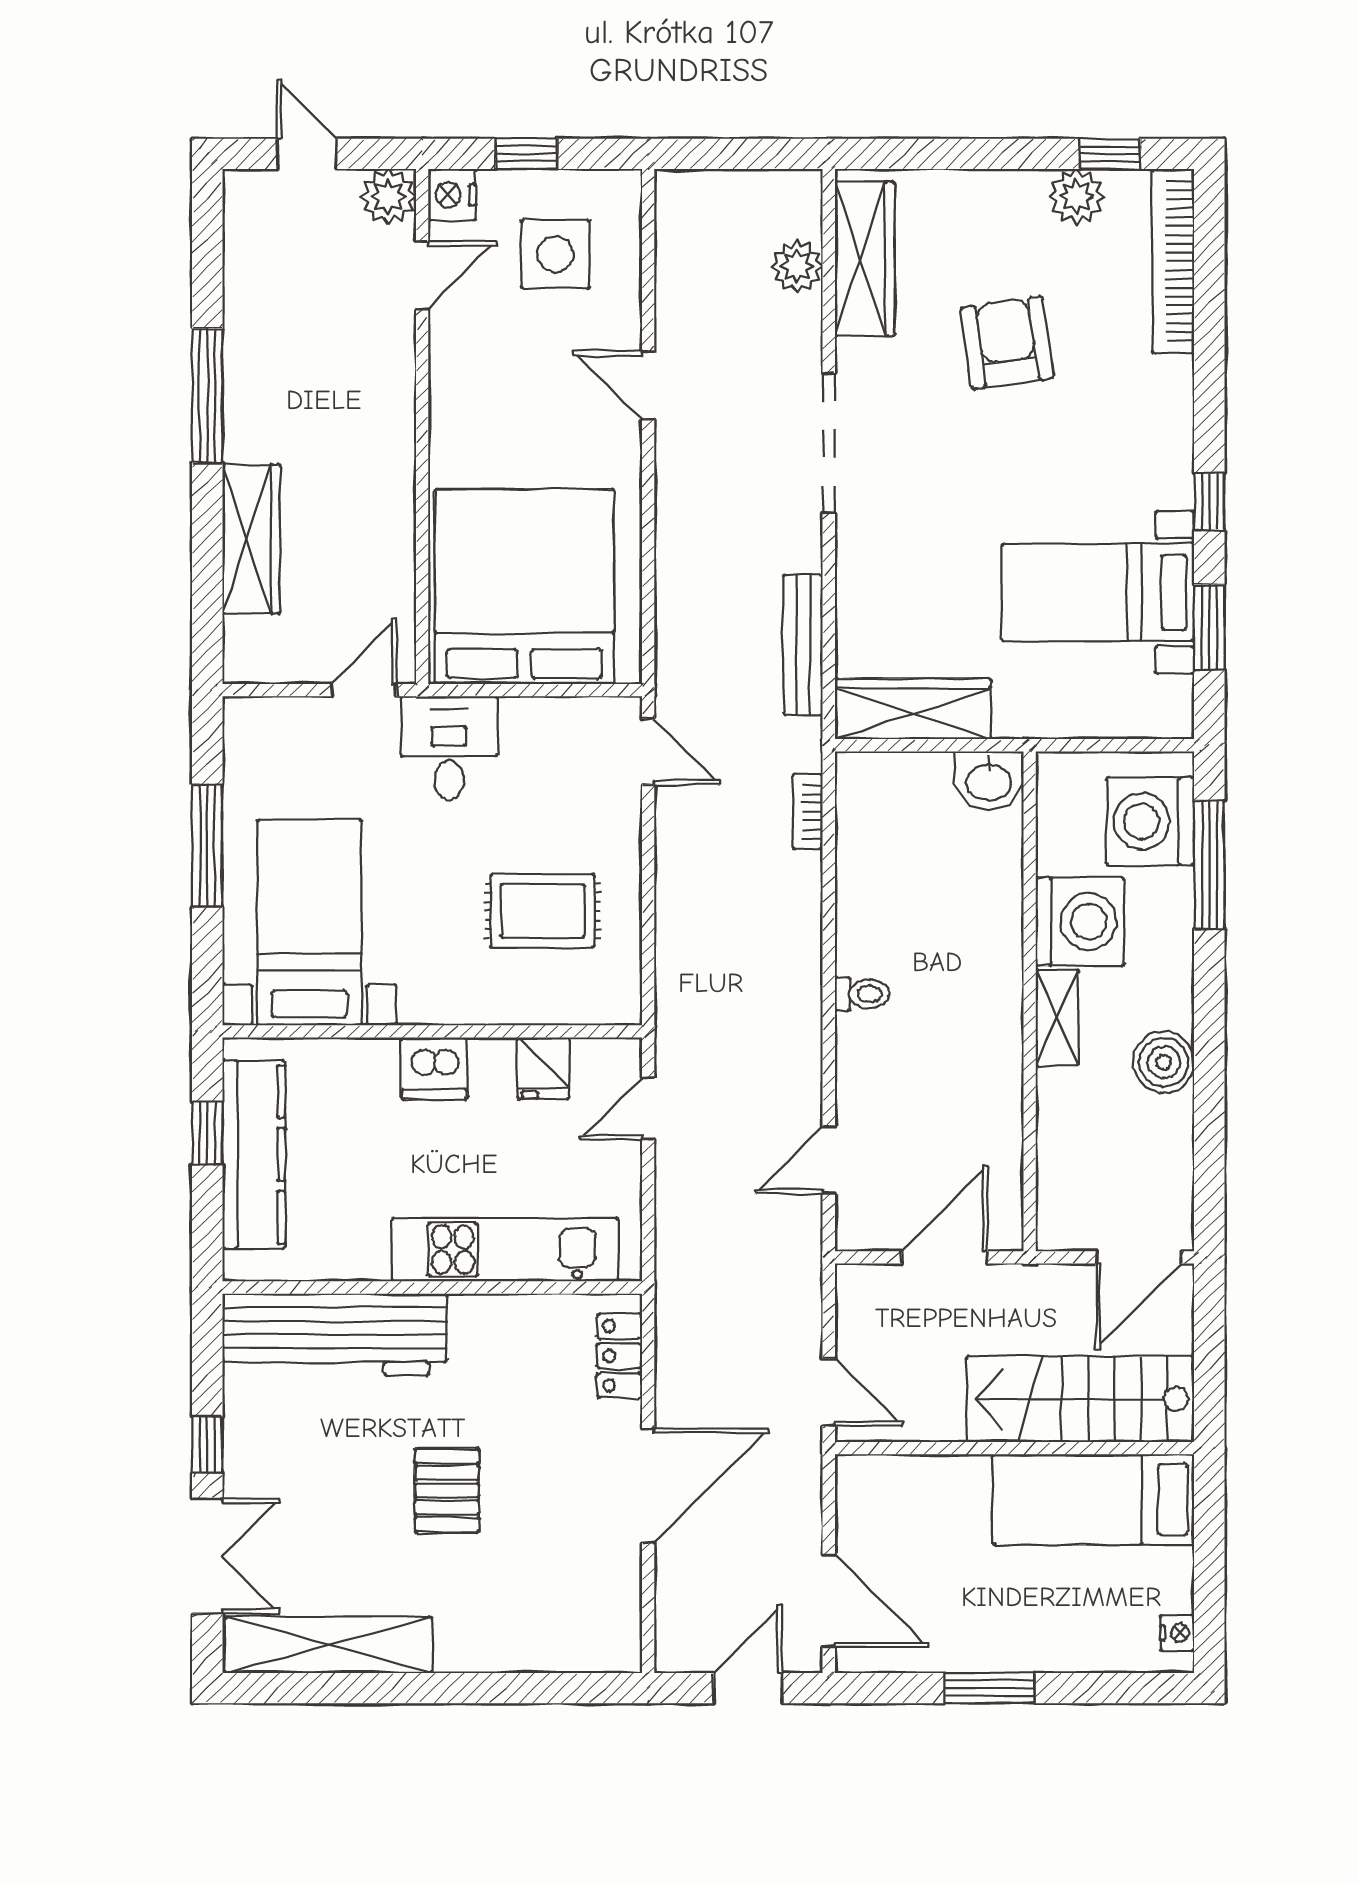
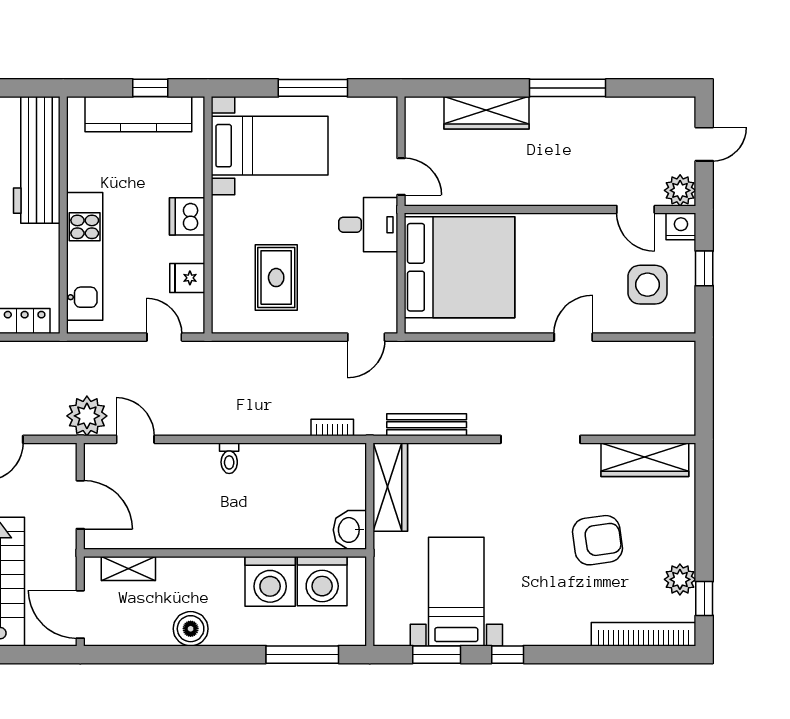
plant: (797, 266) -> (87, 416), moved, width x1.36, depth x1.36
washing machine: (1150, 821) -> (322, 581), moved, turned 180
shelving: (1057, 1018) -> (128, 568), moved

